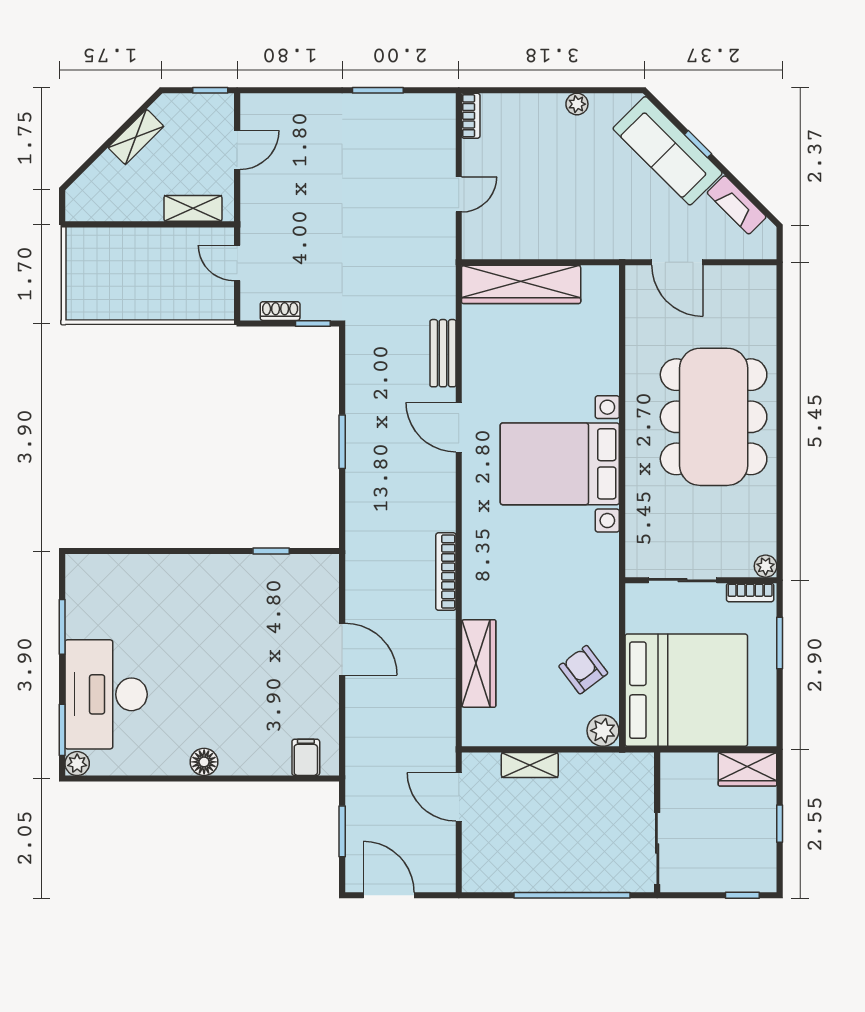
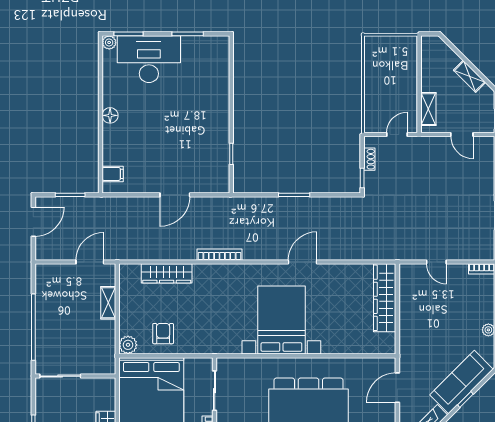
bench: (443, 353) -> (345, 253), removed
armchair: (583, 670) -> (163, 334), turned -53

